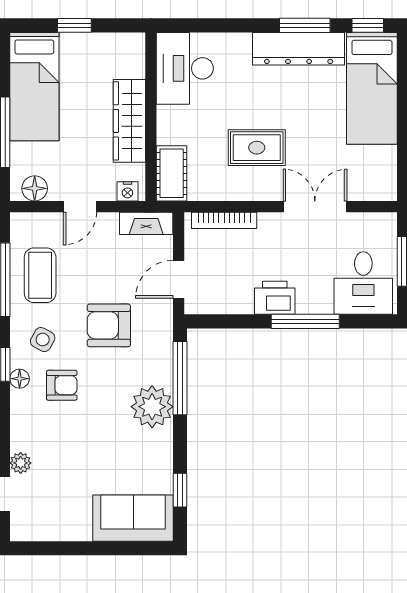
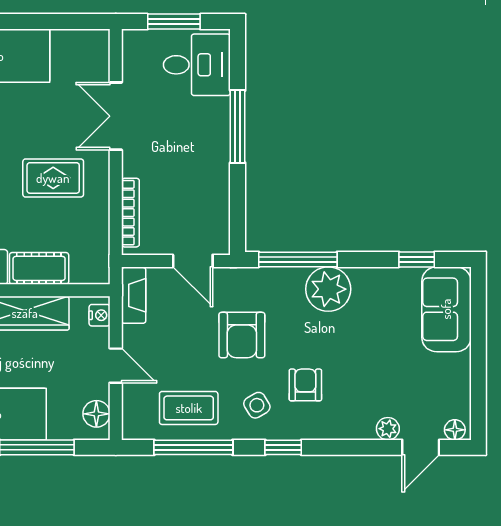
rug: (257, 148) -> (53, 178), turned 90
cot: (172, 173) -> (39, 268), moved
printer: (275, 298) -> (213, 159), removed
side table: (43, 340) -> (257, 405), turned 31
floor lamp: (20, 379) -> (455, 430), moved

